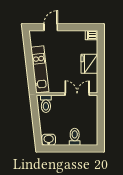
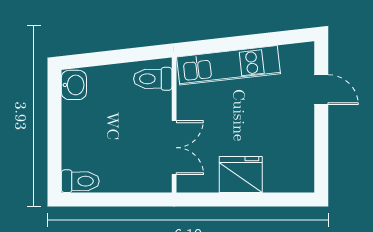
dishwasher: (92, 35) -> (304, 179), removed
toilet: (75, 137) -> (80, 181), moved

